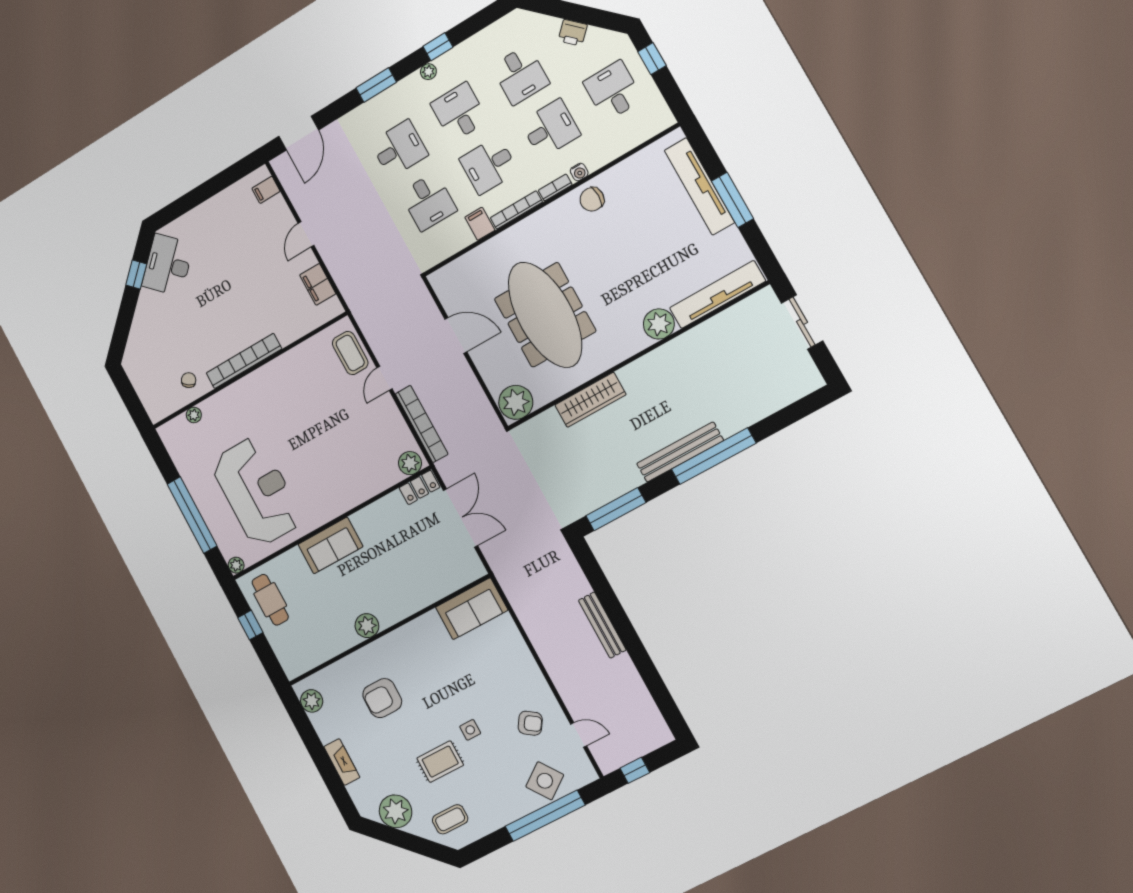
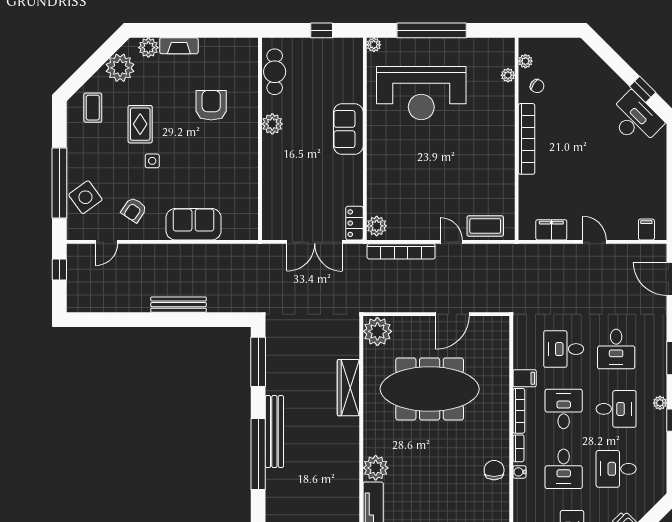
plant: (172, 405) -> (525, 61), added
cafe table: (270, 600) -> (275, 72), moved, turned 90
sofa: (472, 609) -> (194, 224), moved, turned 90
plant: (312, 701) -> (148, 48), moved

